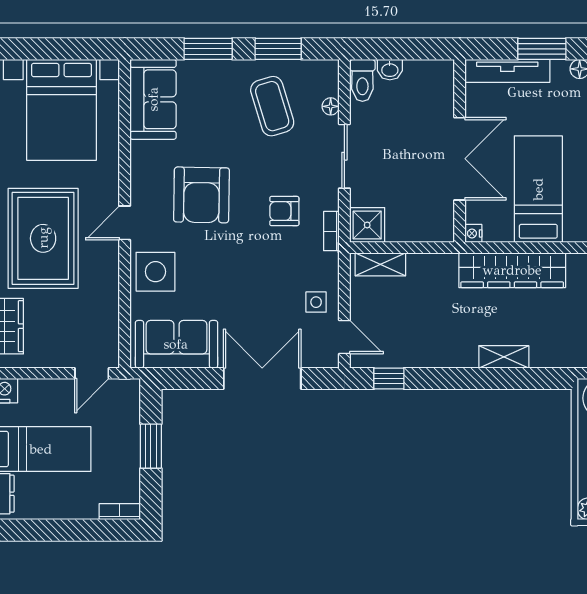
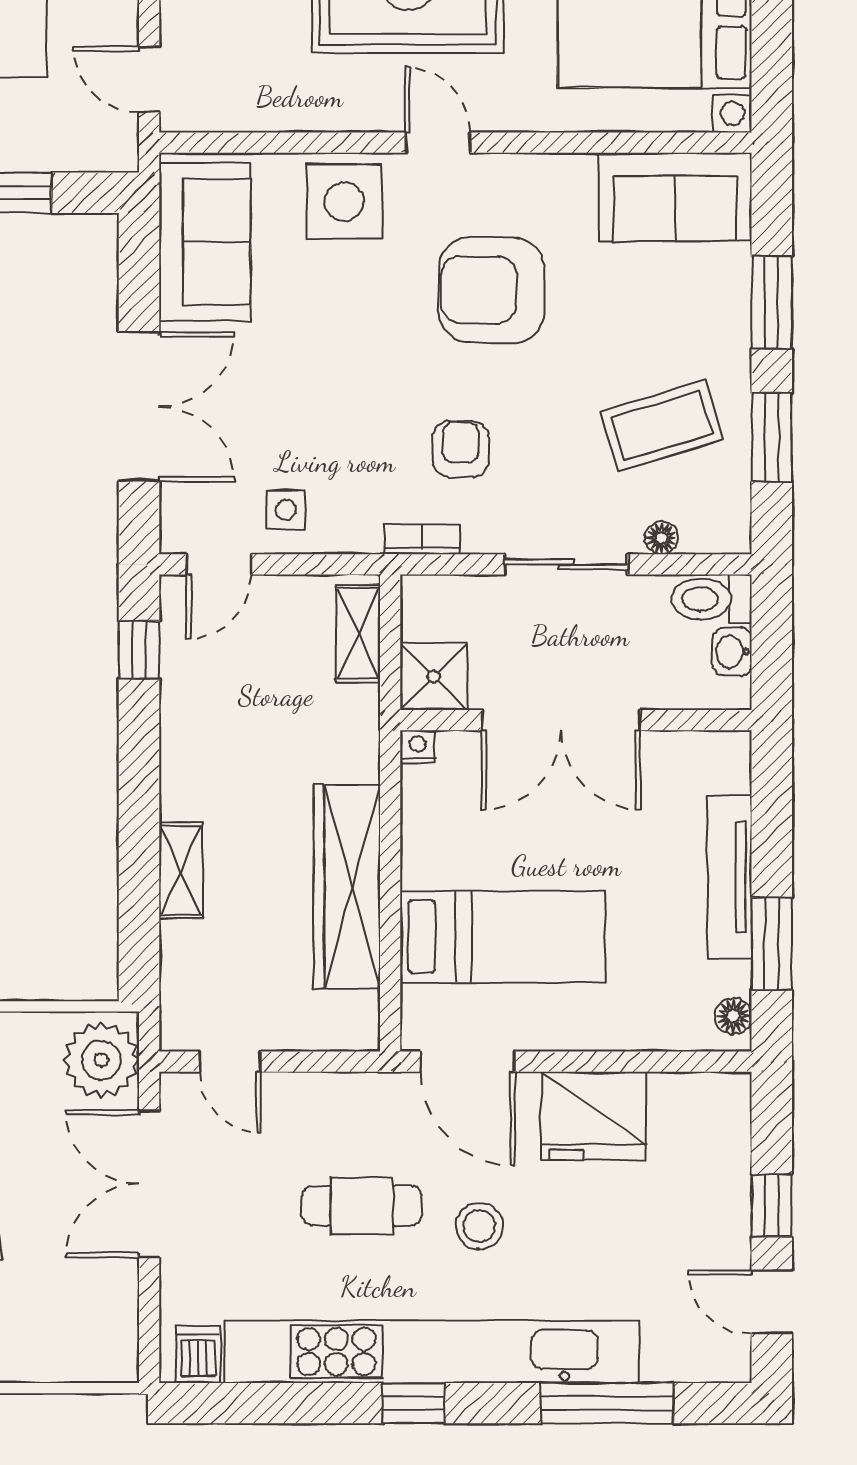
wall: (460, 151) -> (576, 720), moved
double door: (460, 159) -> (561, 720), moved
shower: (367, 225) -> (434, 677), moved
nightstand: (473, 233) -> (418, 747), moved

